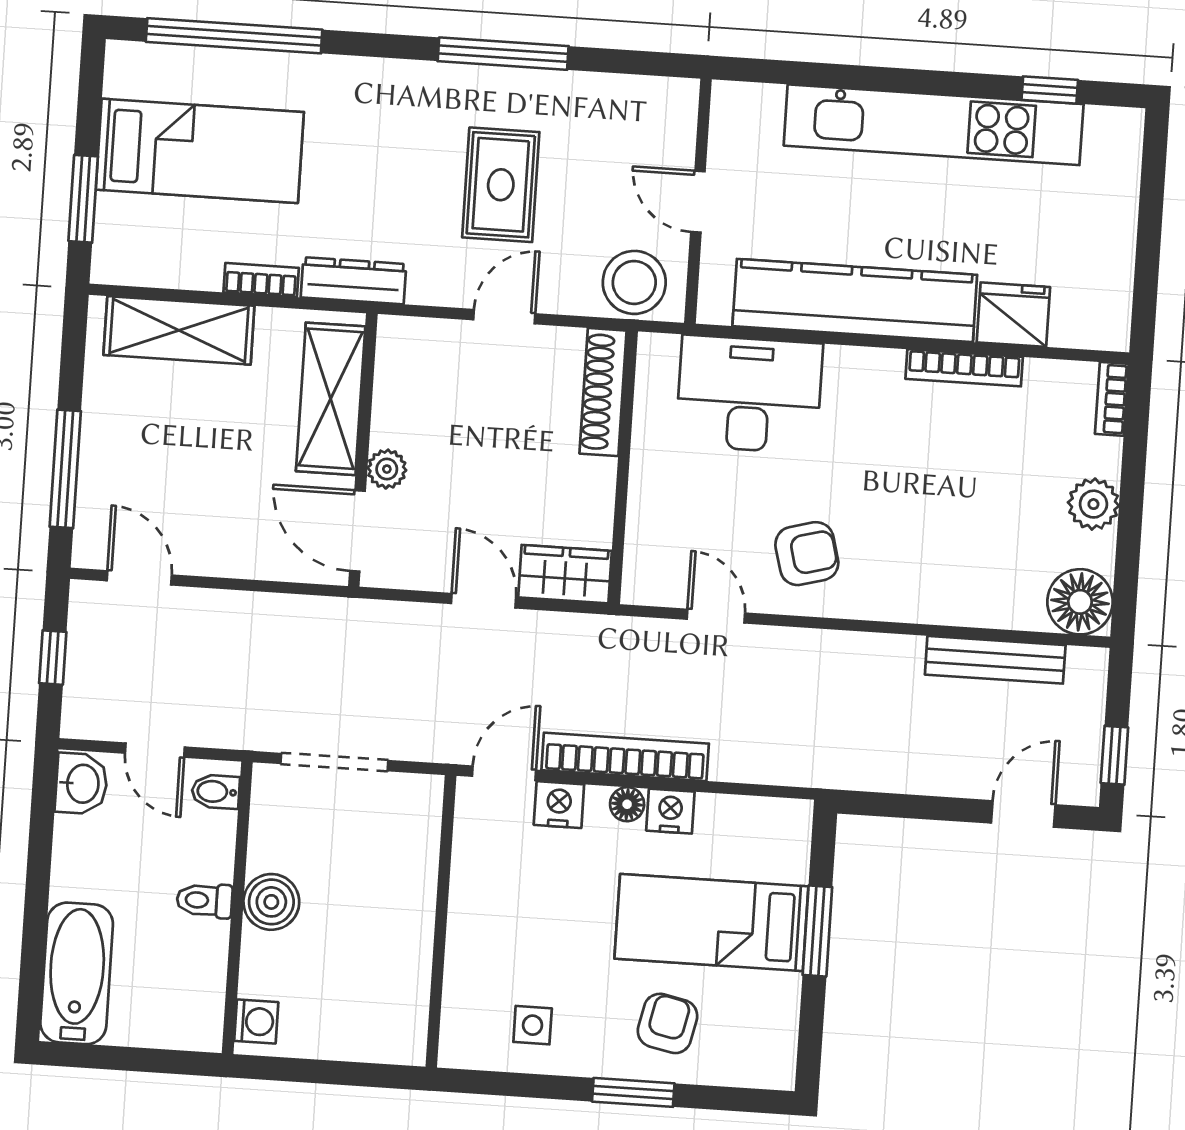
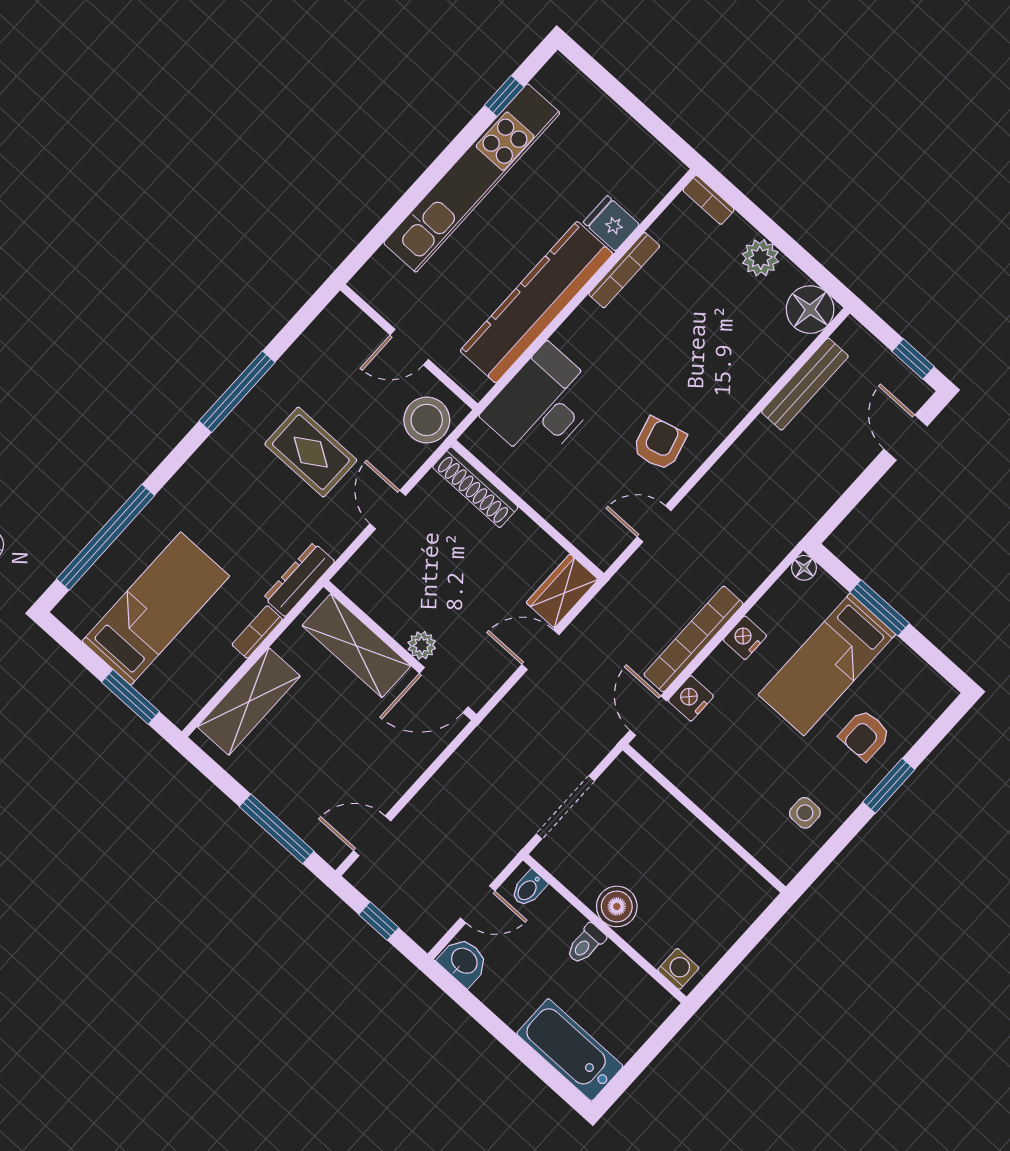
fridge: (1013, 315) -> (611, 223), width x0.72
floor lamp: (627, 804) -> (804, 568), moved
armchair: (667, 1023) -> (865, 735), turned -102

